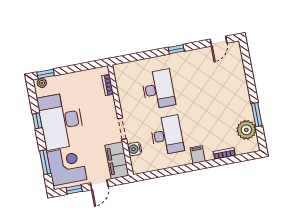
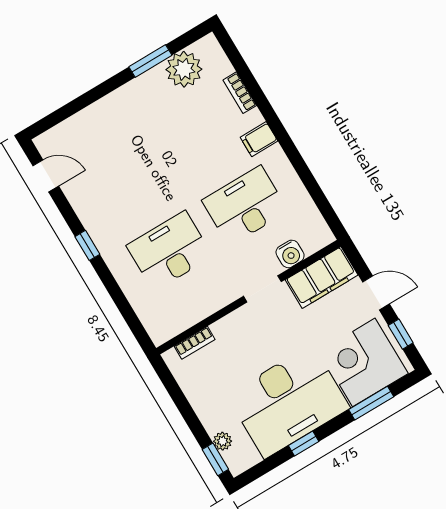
plant: (42, 83) -> (223, 441), moved

